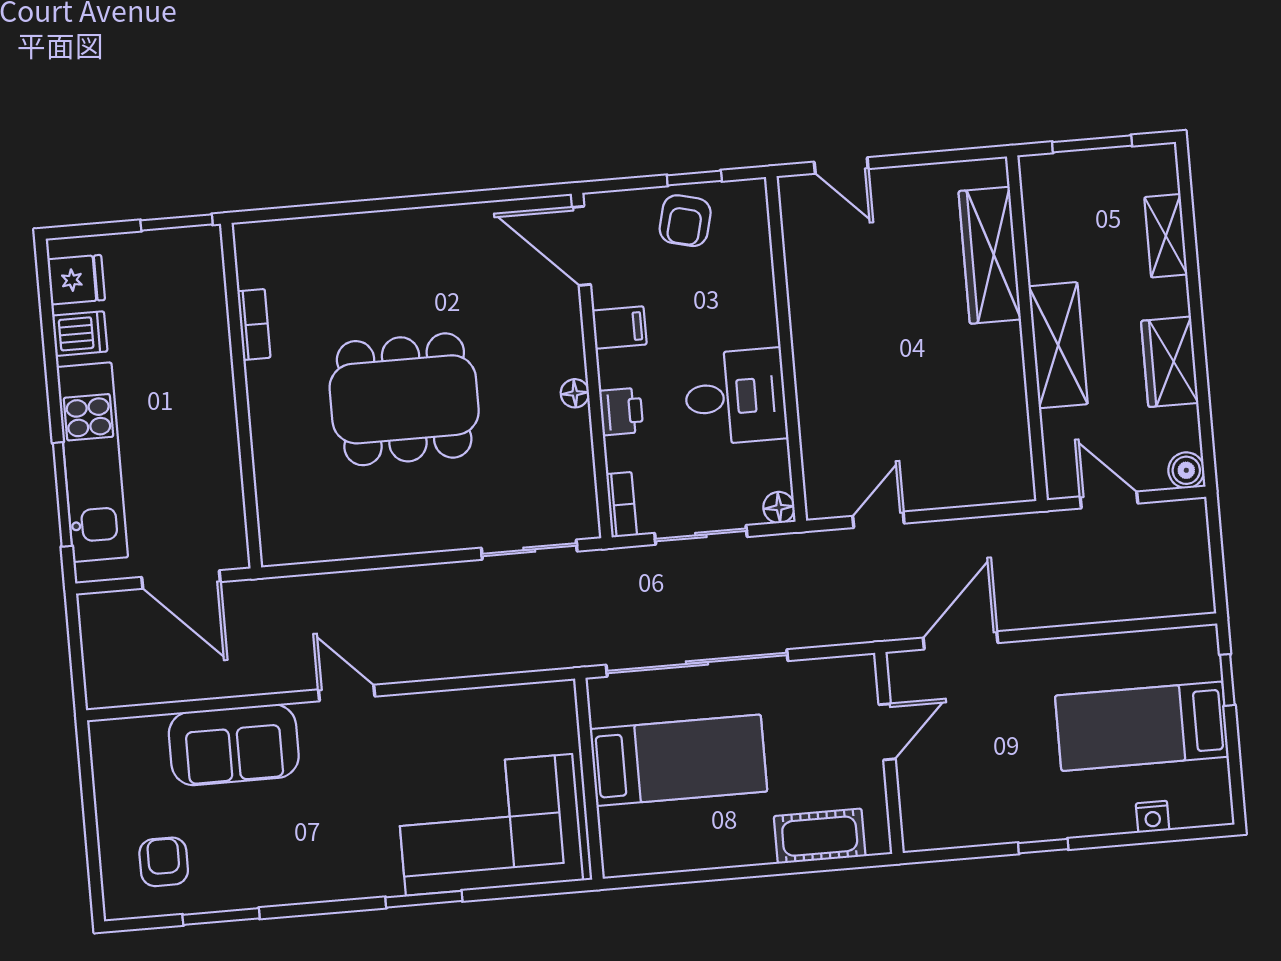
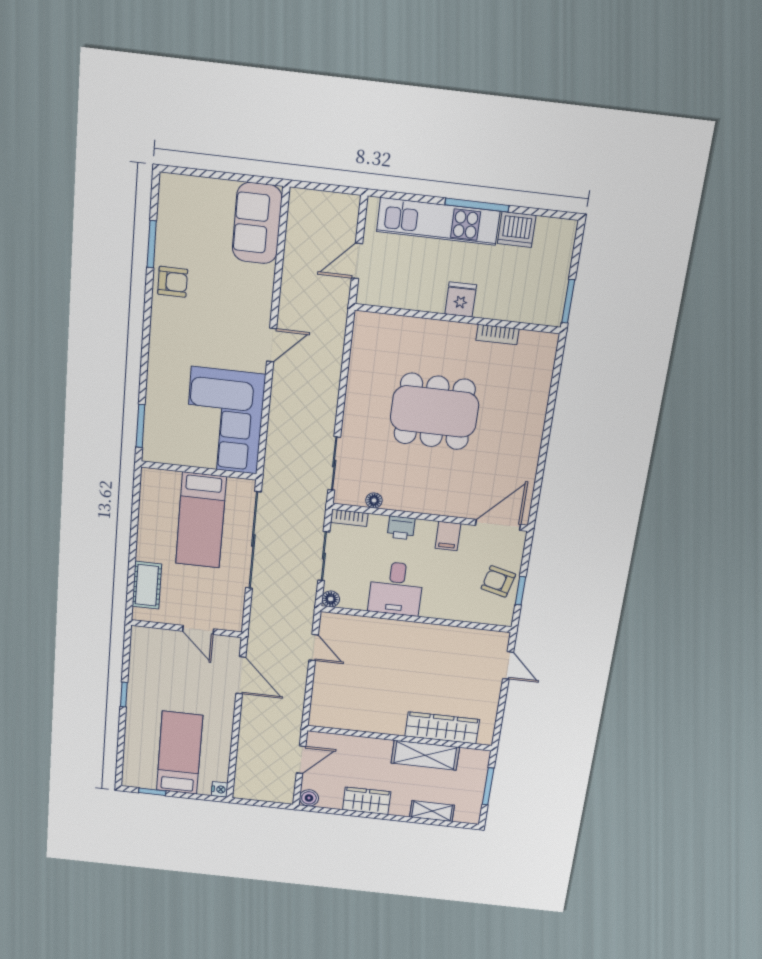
door: (841, 165) -> (508, 665), swing flipped
fridge: (76, 280) -> (461, 299), moved, turned 180
dishwasher: (80, 334) -> (517, 230), width x1.38
shelving: (1058, 345) -> (425, 755), moved
floor lamp: (575, 393) -> (374, 500), moved
dining table: (404, 399) -> (434, 411), turned 90
window: (62, 494) -> (477, 205), moved
door: (181, 580) -> (357, 261), width x0.73
window: (1227, 680) -> (152, 792), moved
sofa: (234, 745) -> (257, 223), moved
nightstand: (1153, 817) -> (220, 789), moved, turned 180
corner sofa: (489, 825) -> (224, 421), moved, turned 180
armchair: (164, 862) -> (173, 282), moved
window: (424, 899) -> (140, 426), moved

